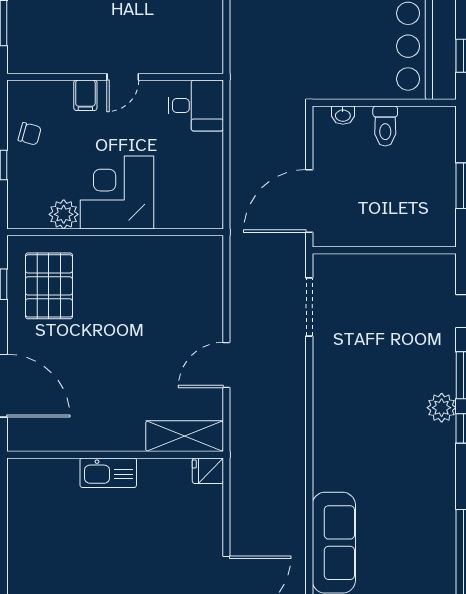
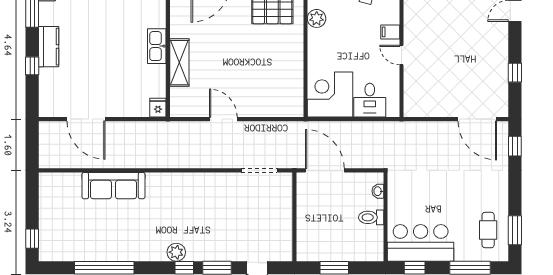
desk: (196, 106) -> (370, 100), moved
corner desk: (117, 193) -> (330, 95), moved, turned -90
plant: (442, 408) -> (176, 252), moved
shelving: (185, 436) -> (179, 63), moved

